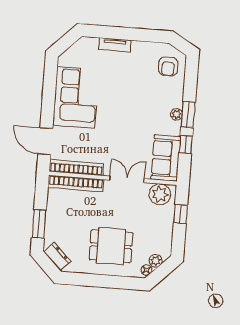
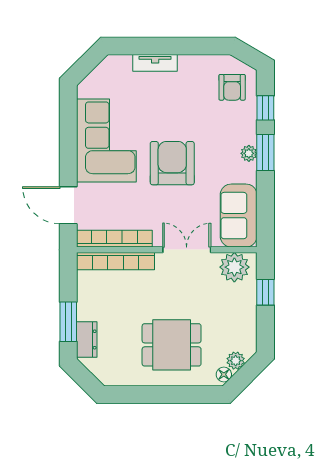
armchair: (121, 117) -> (172, 163), added
window: (186, 144) -> (265, 108), moved
dresser: (57, 257) -> (87, 339), moved, turned 45

